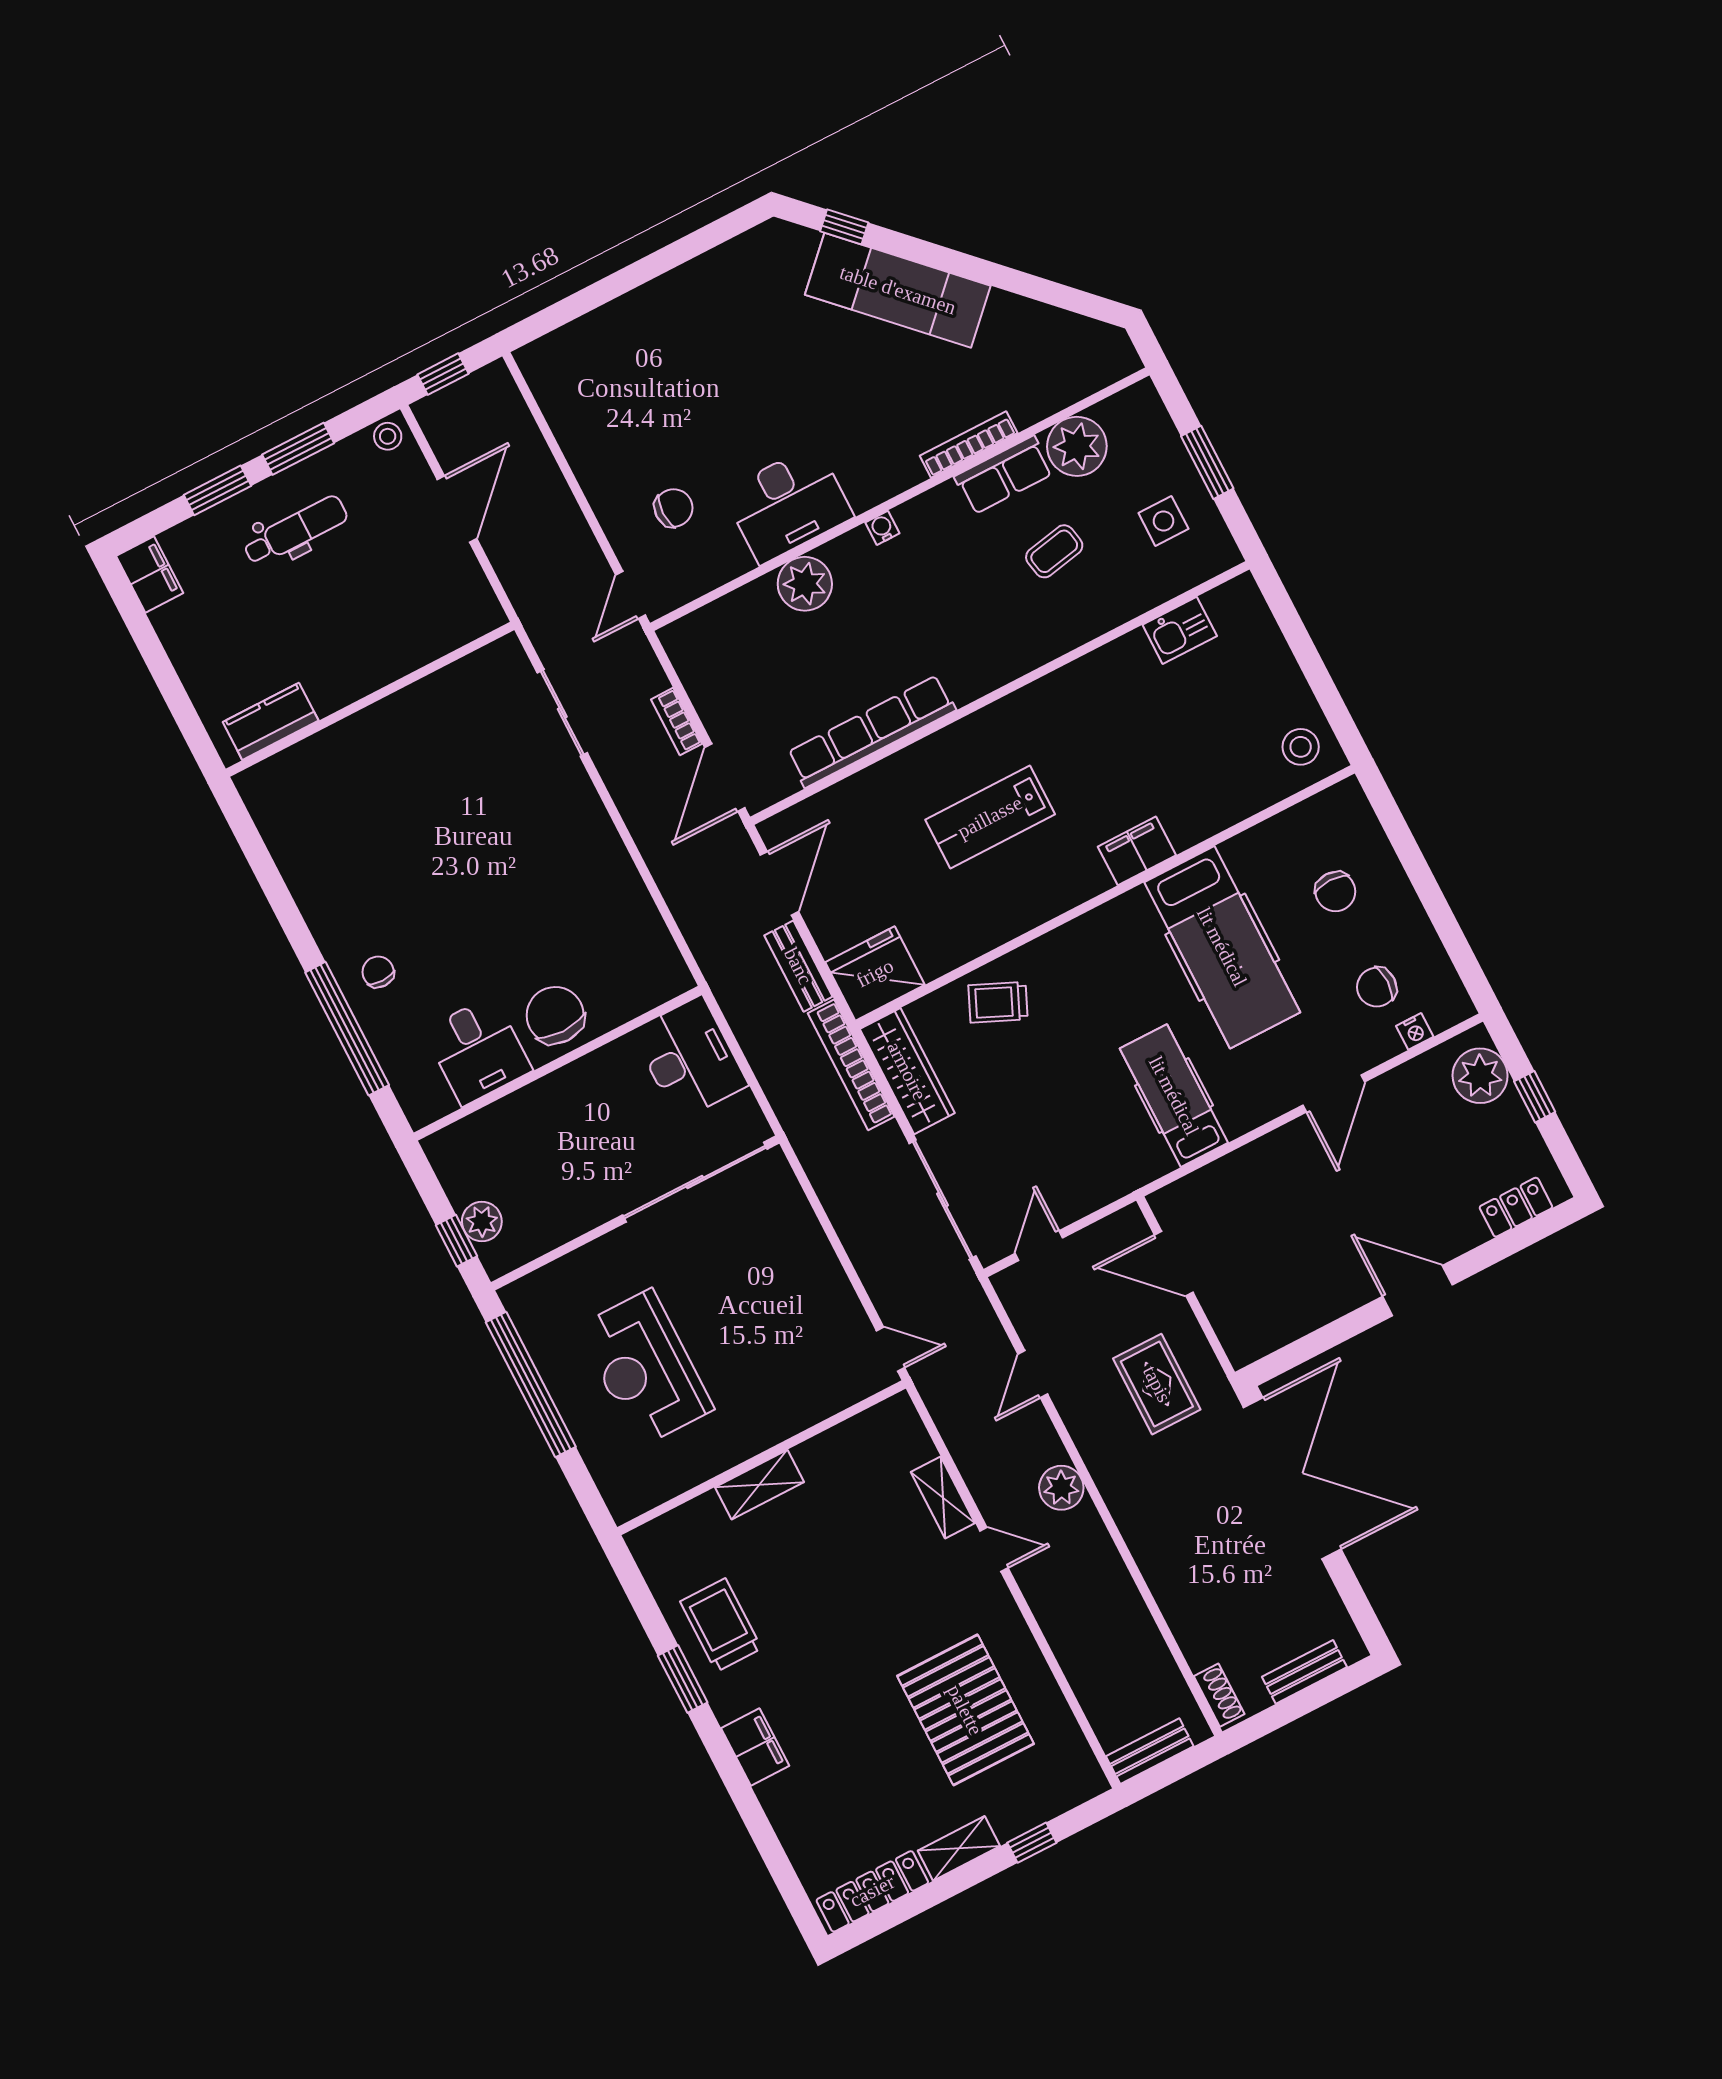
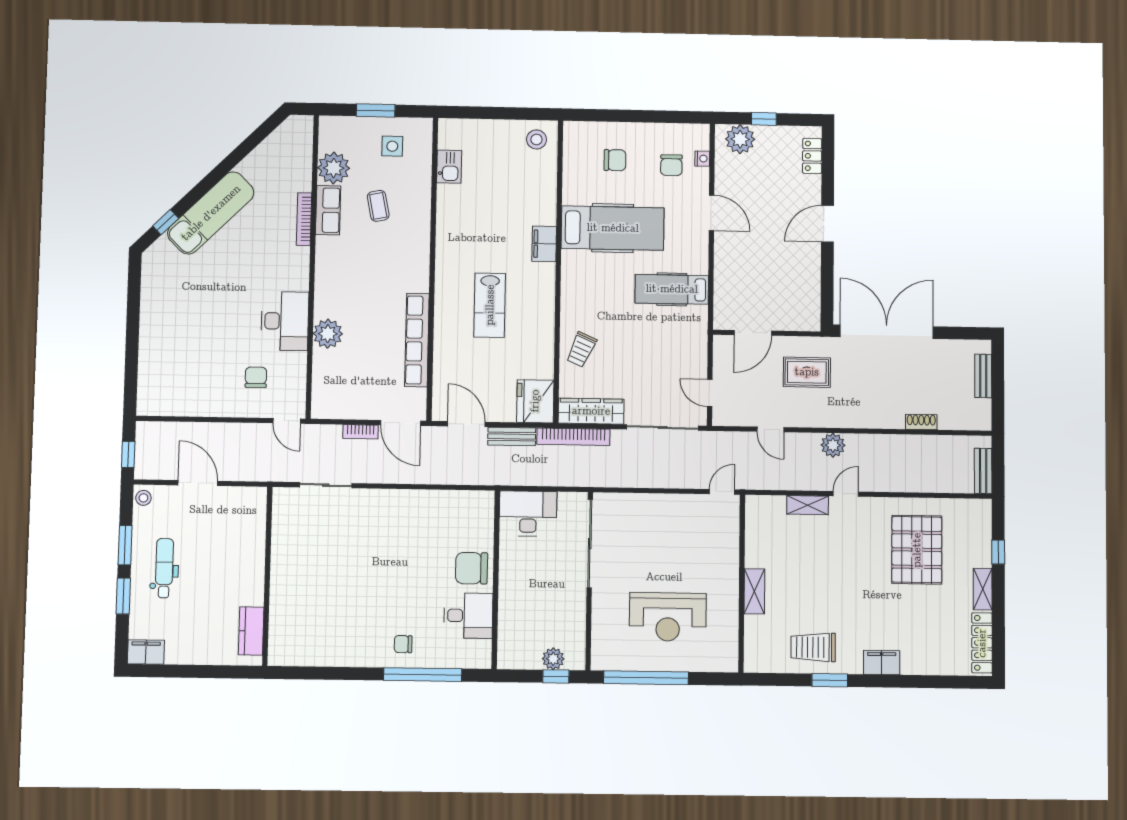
water cooler: (882, 528) -> (321, 282), removed
shoe rack: (1219, 1695) -> (921, 422), moved
pallet: (965, 1710) -> (917, 550), turned 90

